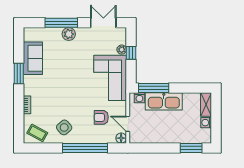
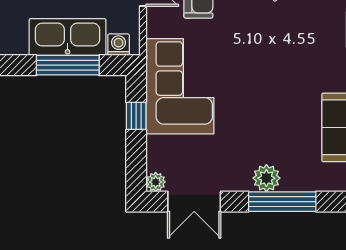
plant: (122, 50) -> (156, 182), moved
window: (131, 53) -> (136, 116), moved
window: (154, 88) -> (68, 65), moved

